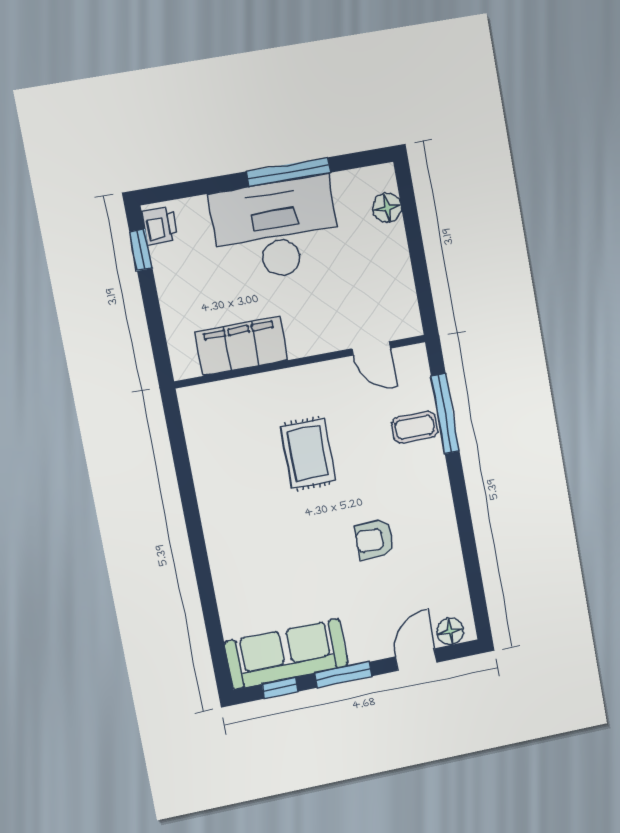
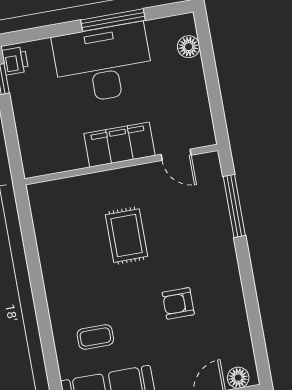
filing cabinet: (241, 346) -> (120, 145), moved
coffee table: (415, 427) -> (95, 337), moved

